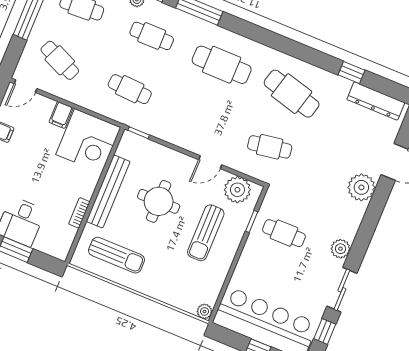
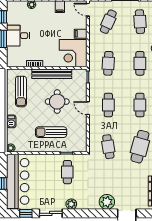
cafe table: (222, 65) -> (140, 105), width x0.73, depth x0.74
cafe table: (200, 118) -> (108, 105), added
door: (210, 162) -> (88, 108), moved
plant: (237, 190) -> (80, 139), removed
barbecue: (160, 292) -> (11, 121), added

